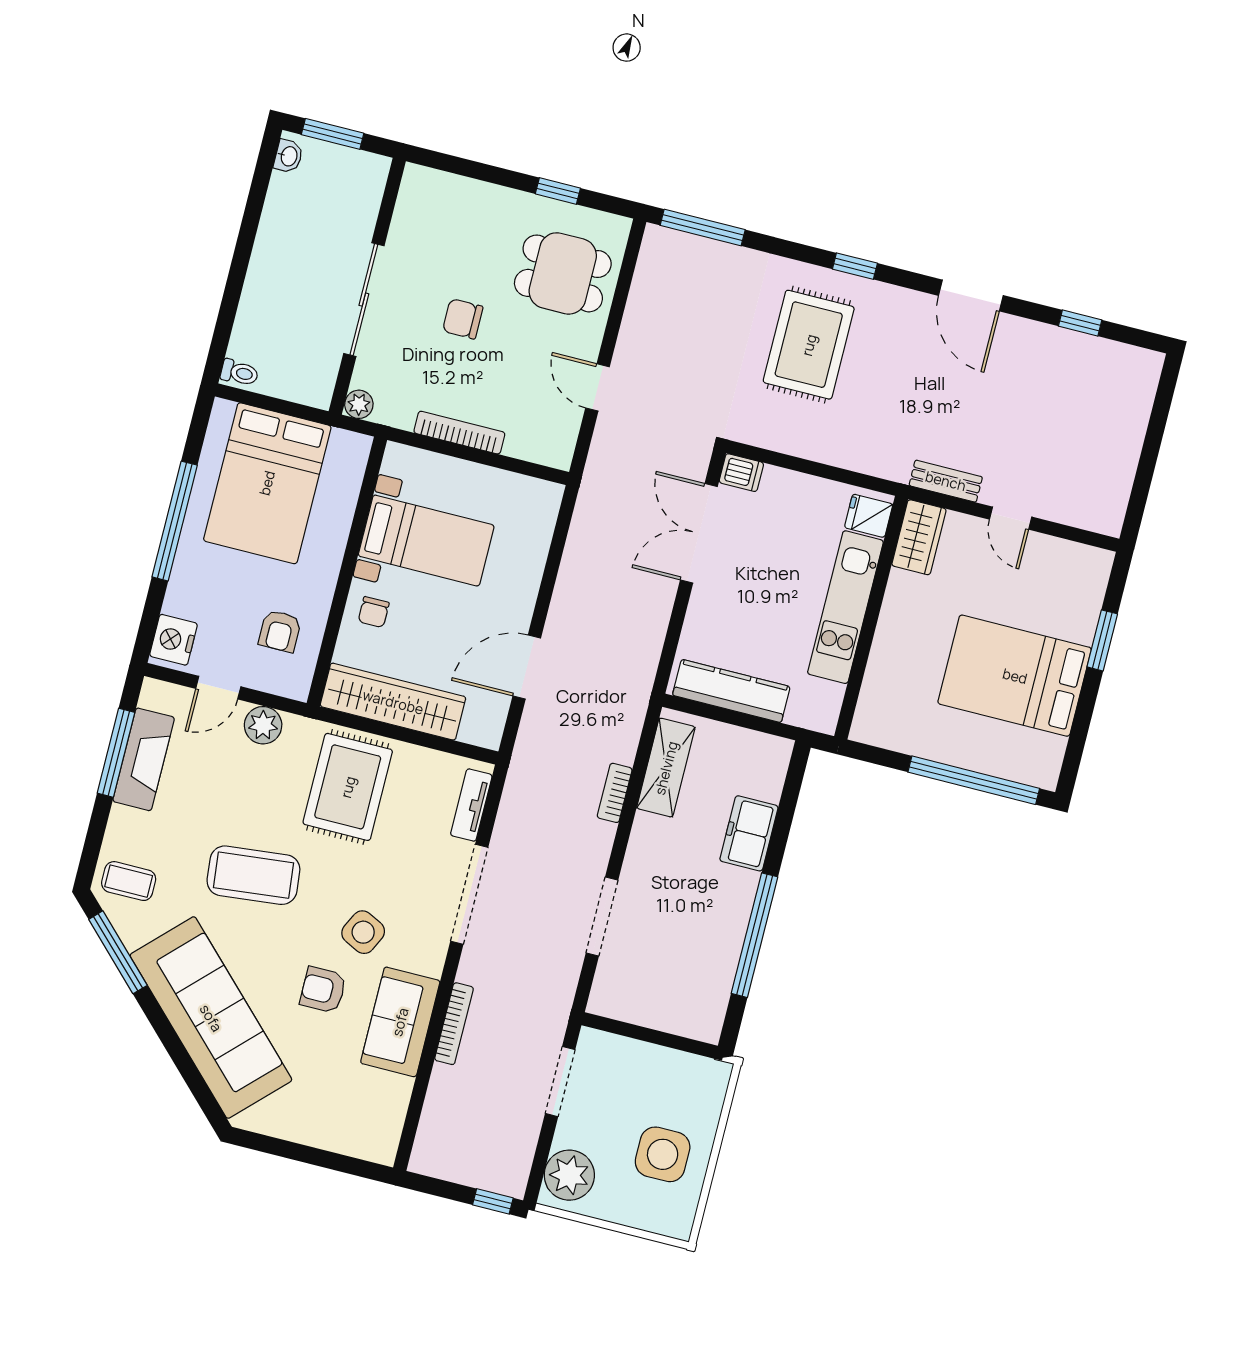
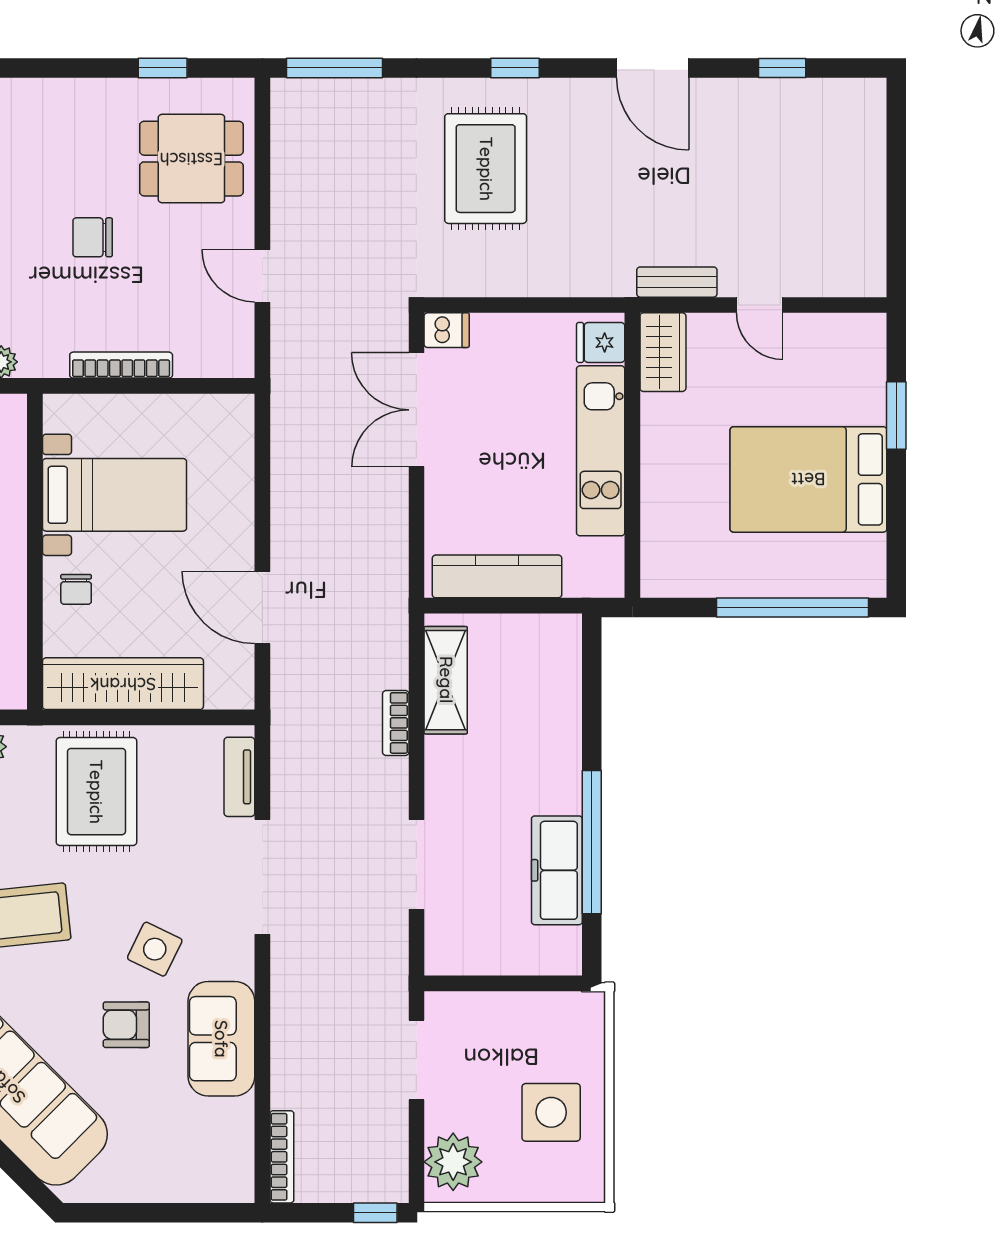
door: (527, 667) -> (262, 607), hinge flipped
freezer: (749, 833) -> (557, 870), moved, width x1.40
bookcase: (454, 1024) -> (282, 1157), moved

